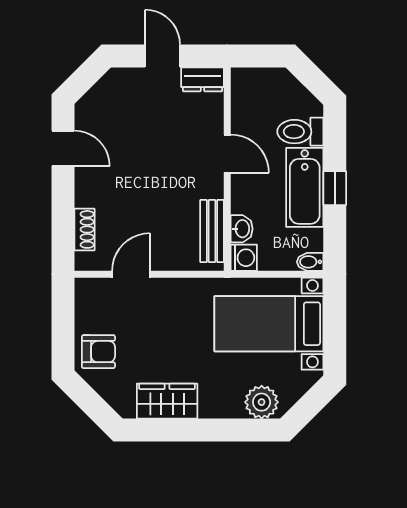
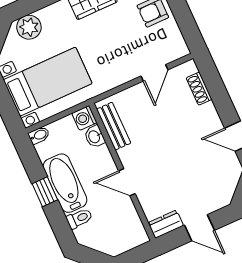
toilet: (300, 132) -> (79, 218), width x0.73, depth x0.72

